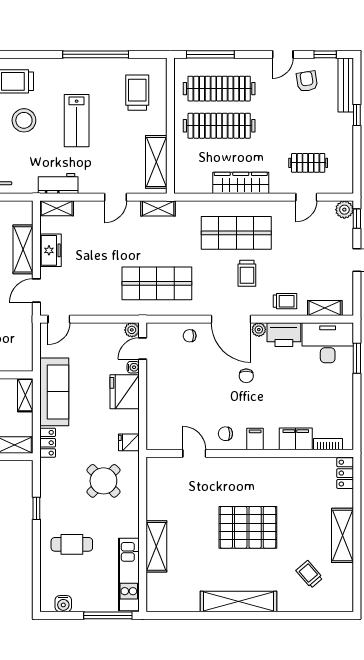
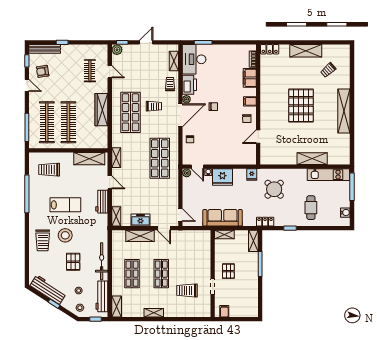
workbench: (58, 183) -> (102, 202), moved
locker: (48, 443) -> (265, 222), moved

